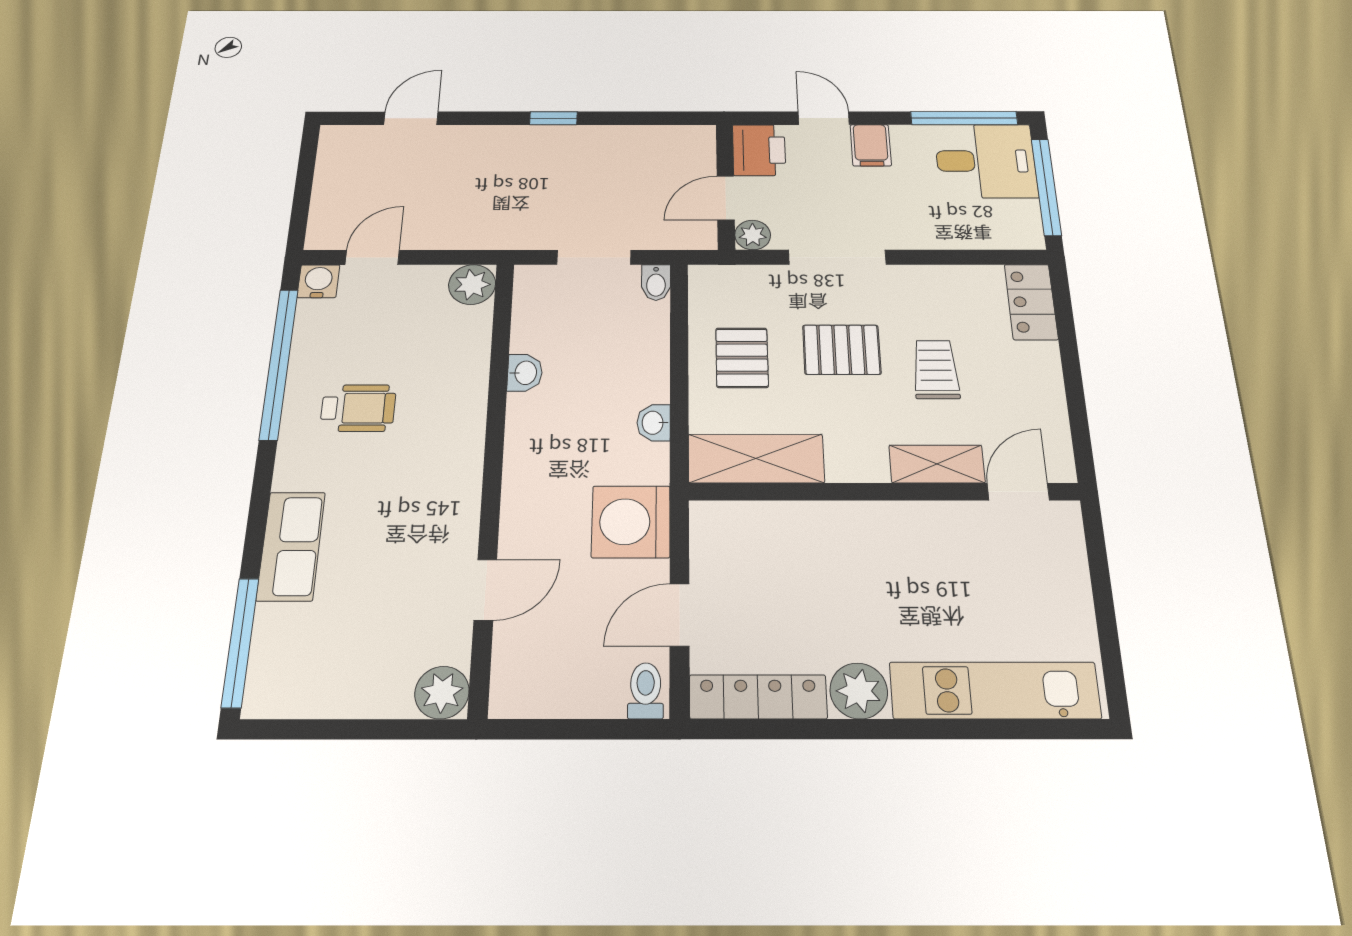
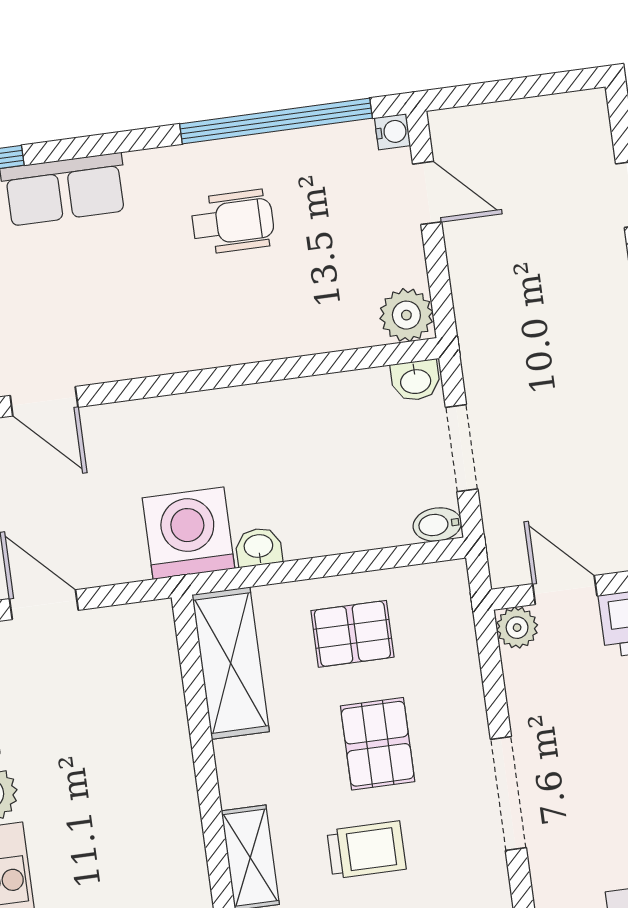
doorway: (837, 257) -> (508, 793), moved
water cooler: (318, 281) -> (392, 132), width x0.72, depth x0.72
washbasin: (525, 373) -> (415, 380), moved
wheelchair: (358, 408) -> (233, 222), turned -90
washing machine: (631, 522) -> (188, 533), moved

